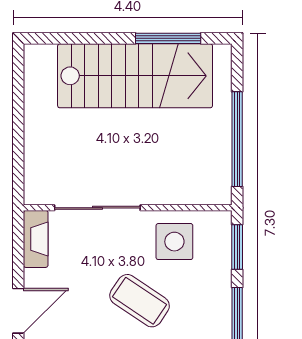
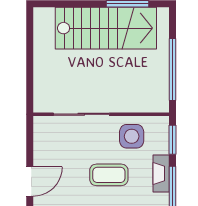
fireplace: (36, 239) -> (161, 173), moved, turned 180
coffee table: (140, 301) -> (109, 175), turned -34

